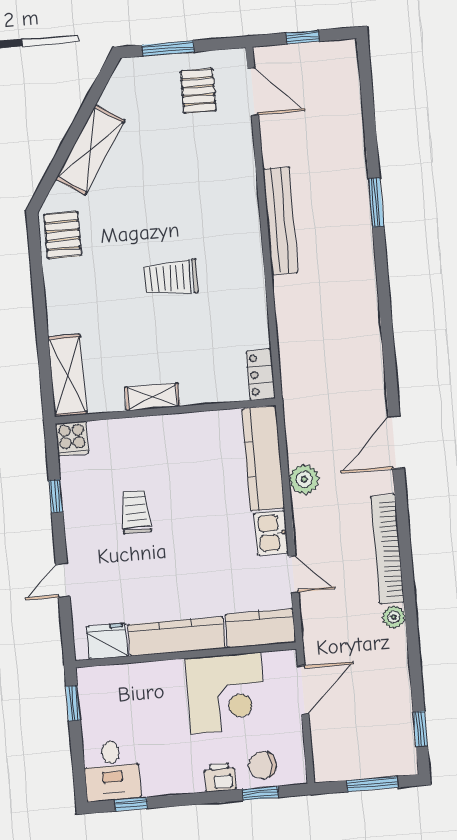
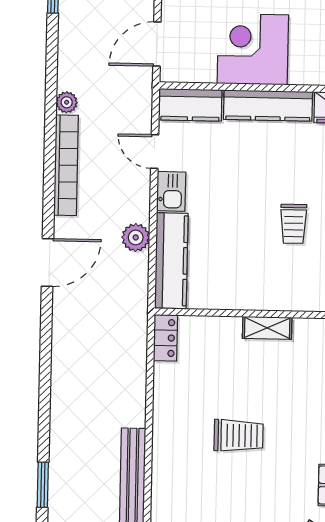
corner desk: (226, 693) -> (253, 49), moved

